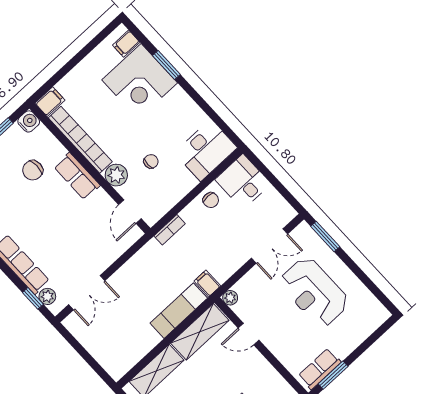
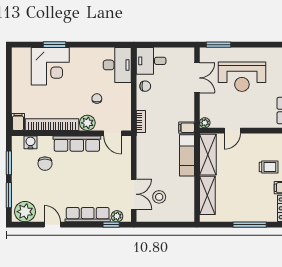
filing cabinet: (126, 44) -> (24, 55), removed
water cooler: (29, 121) -> (30, 142), moved
row of seats: (77, 176) -> (77, 144), width x1.48
stool: (108, 322) -> (159, 197), added

